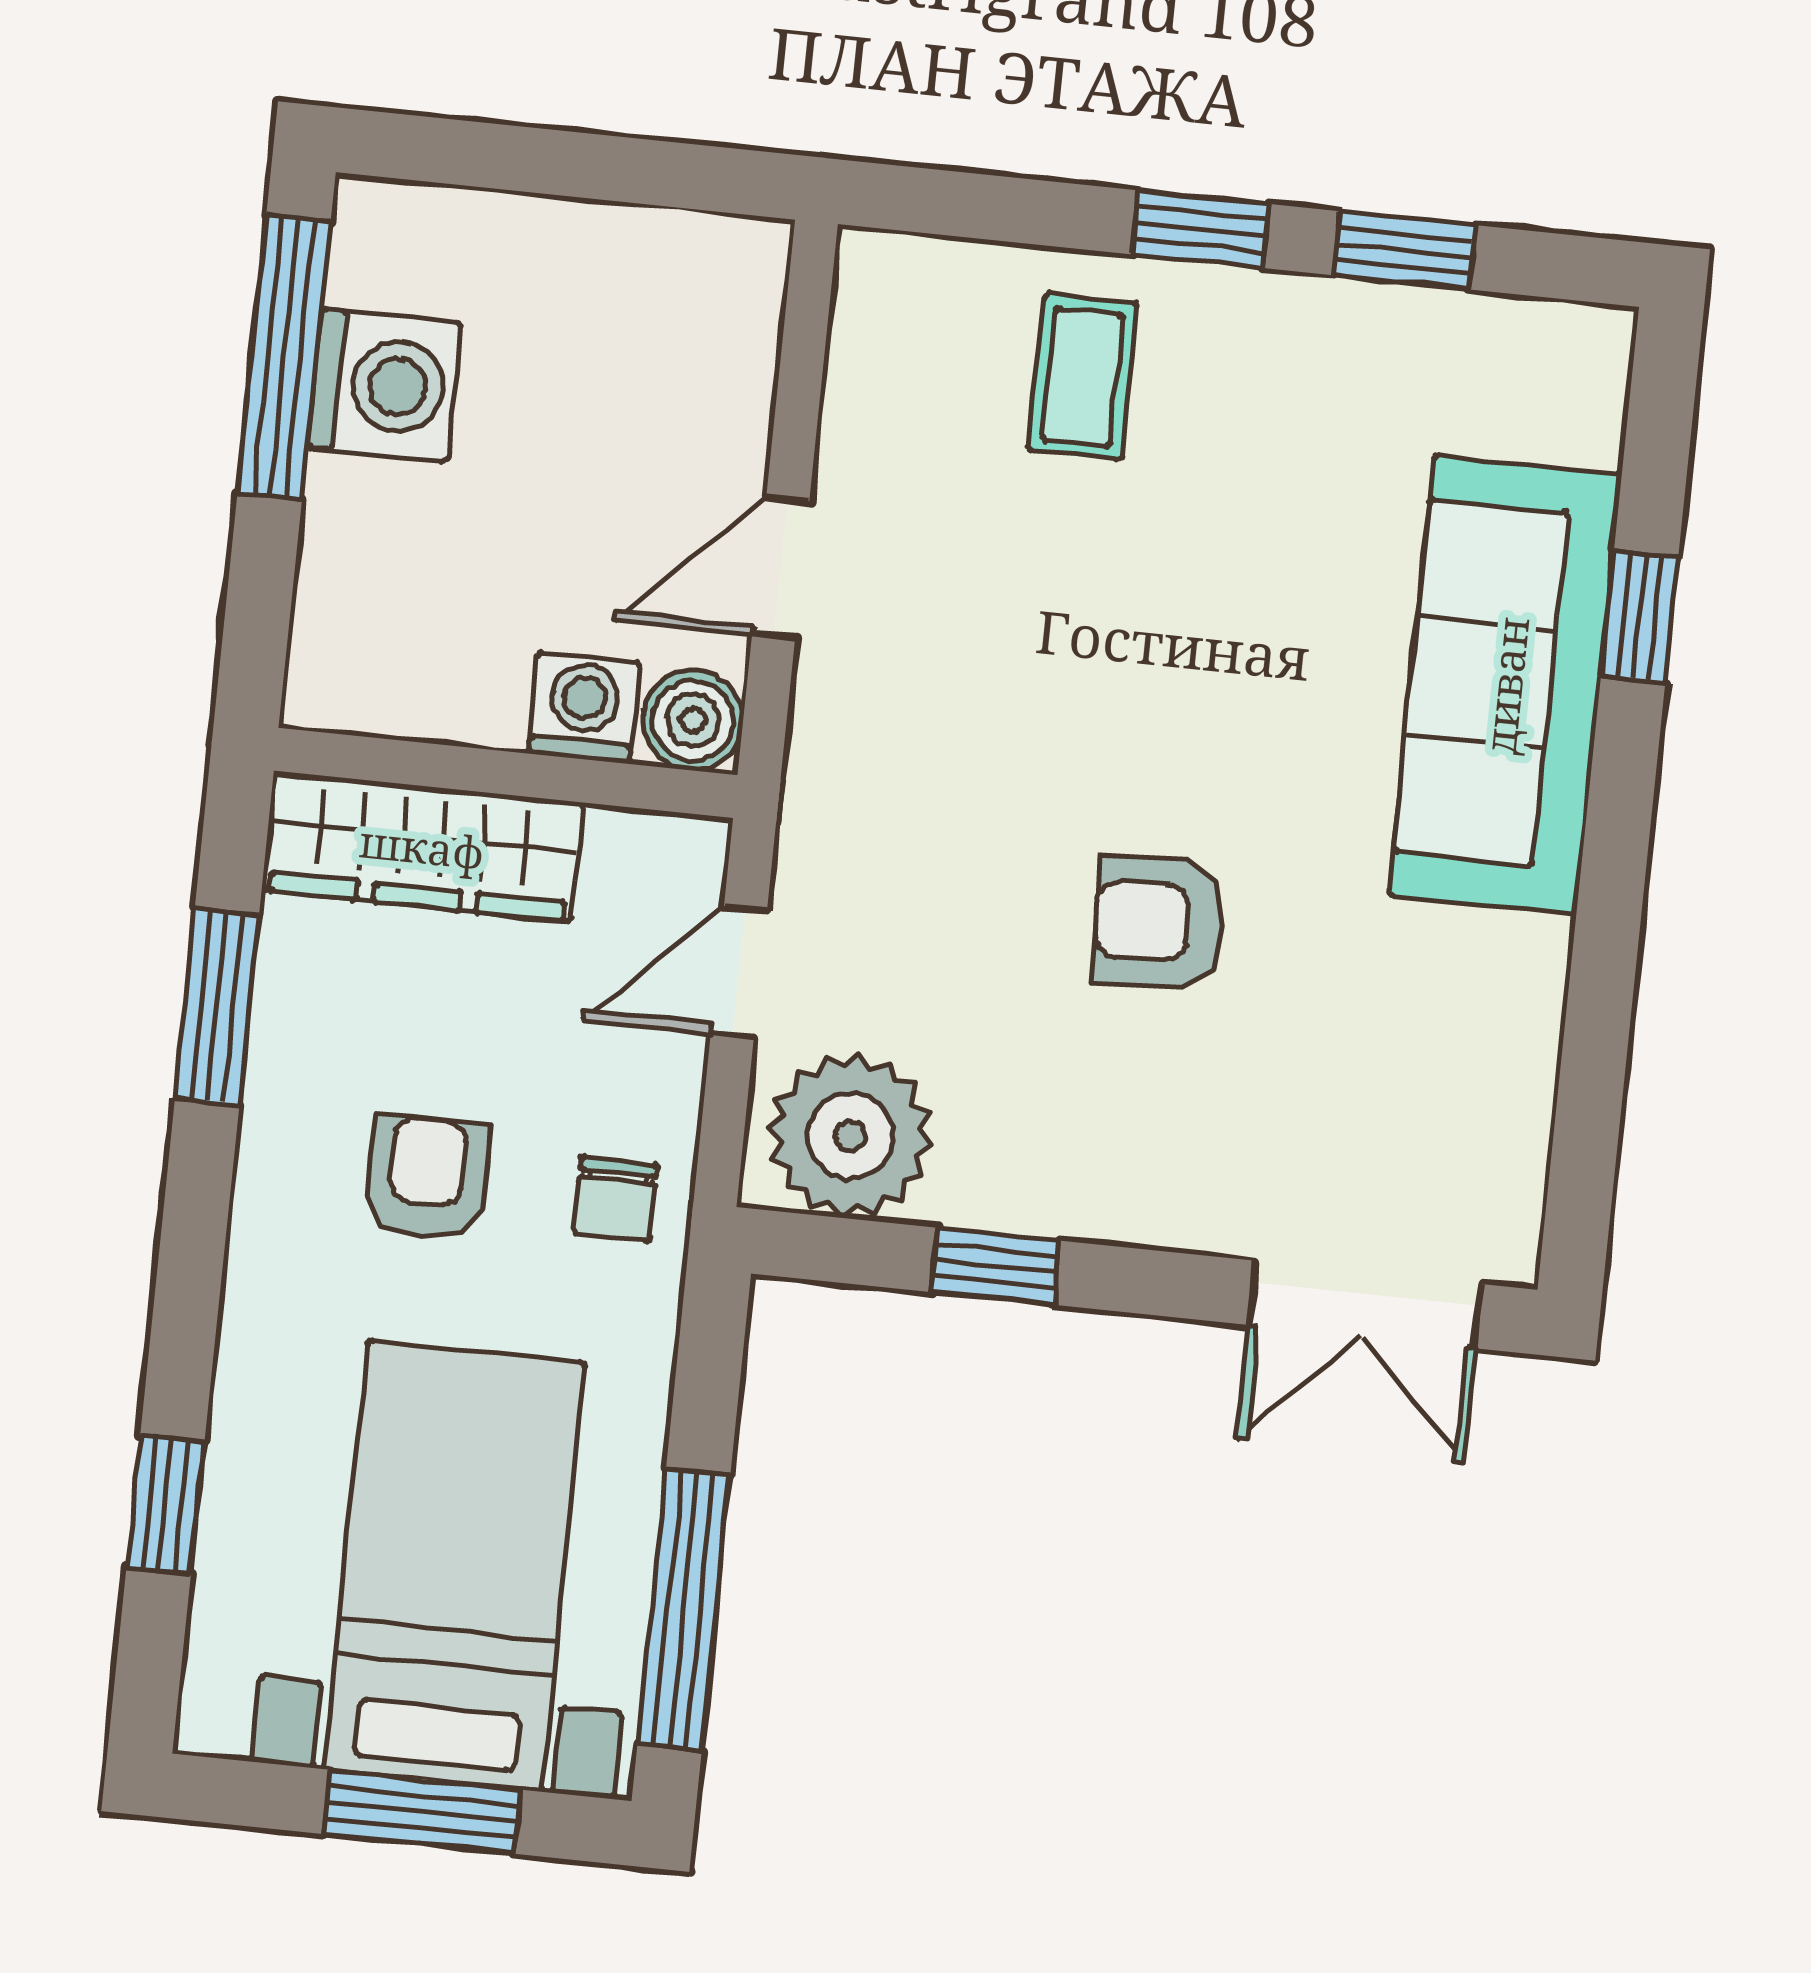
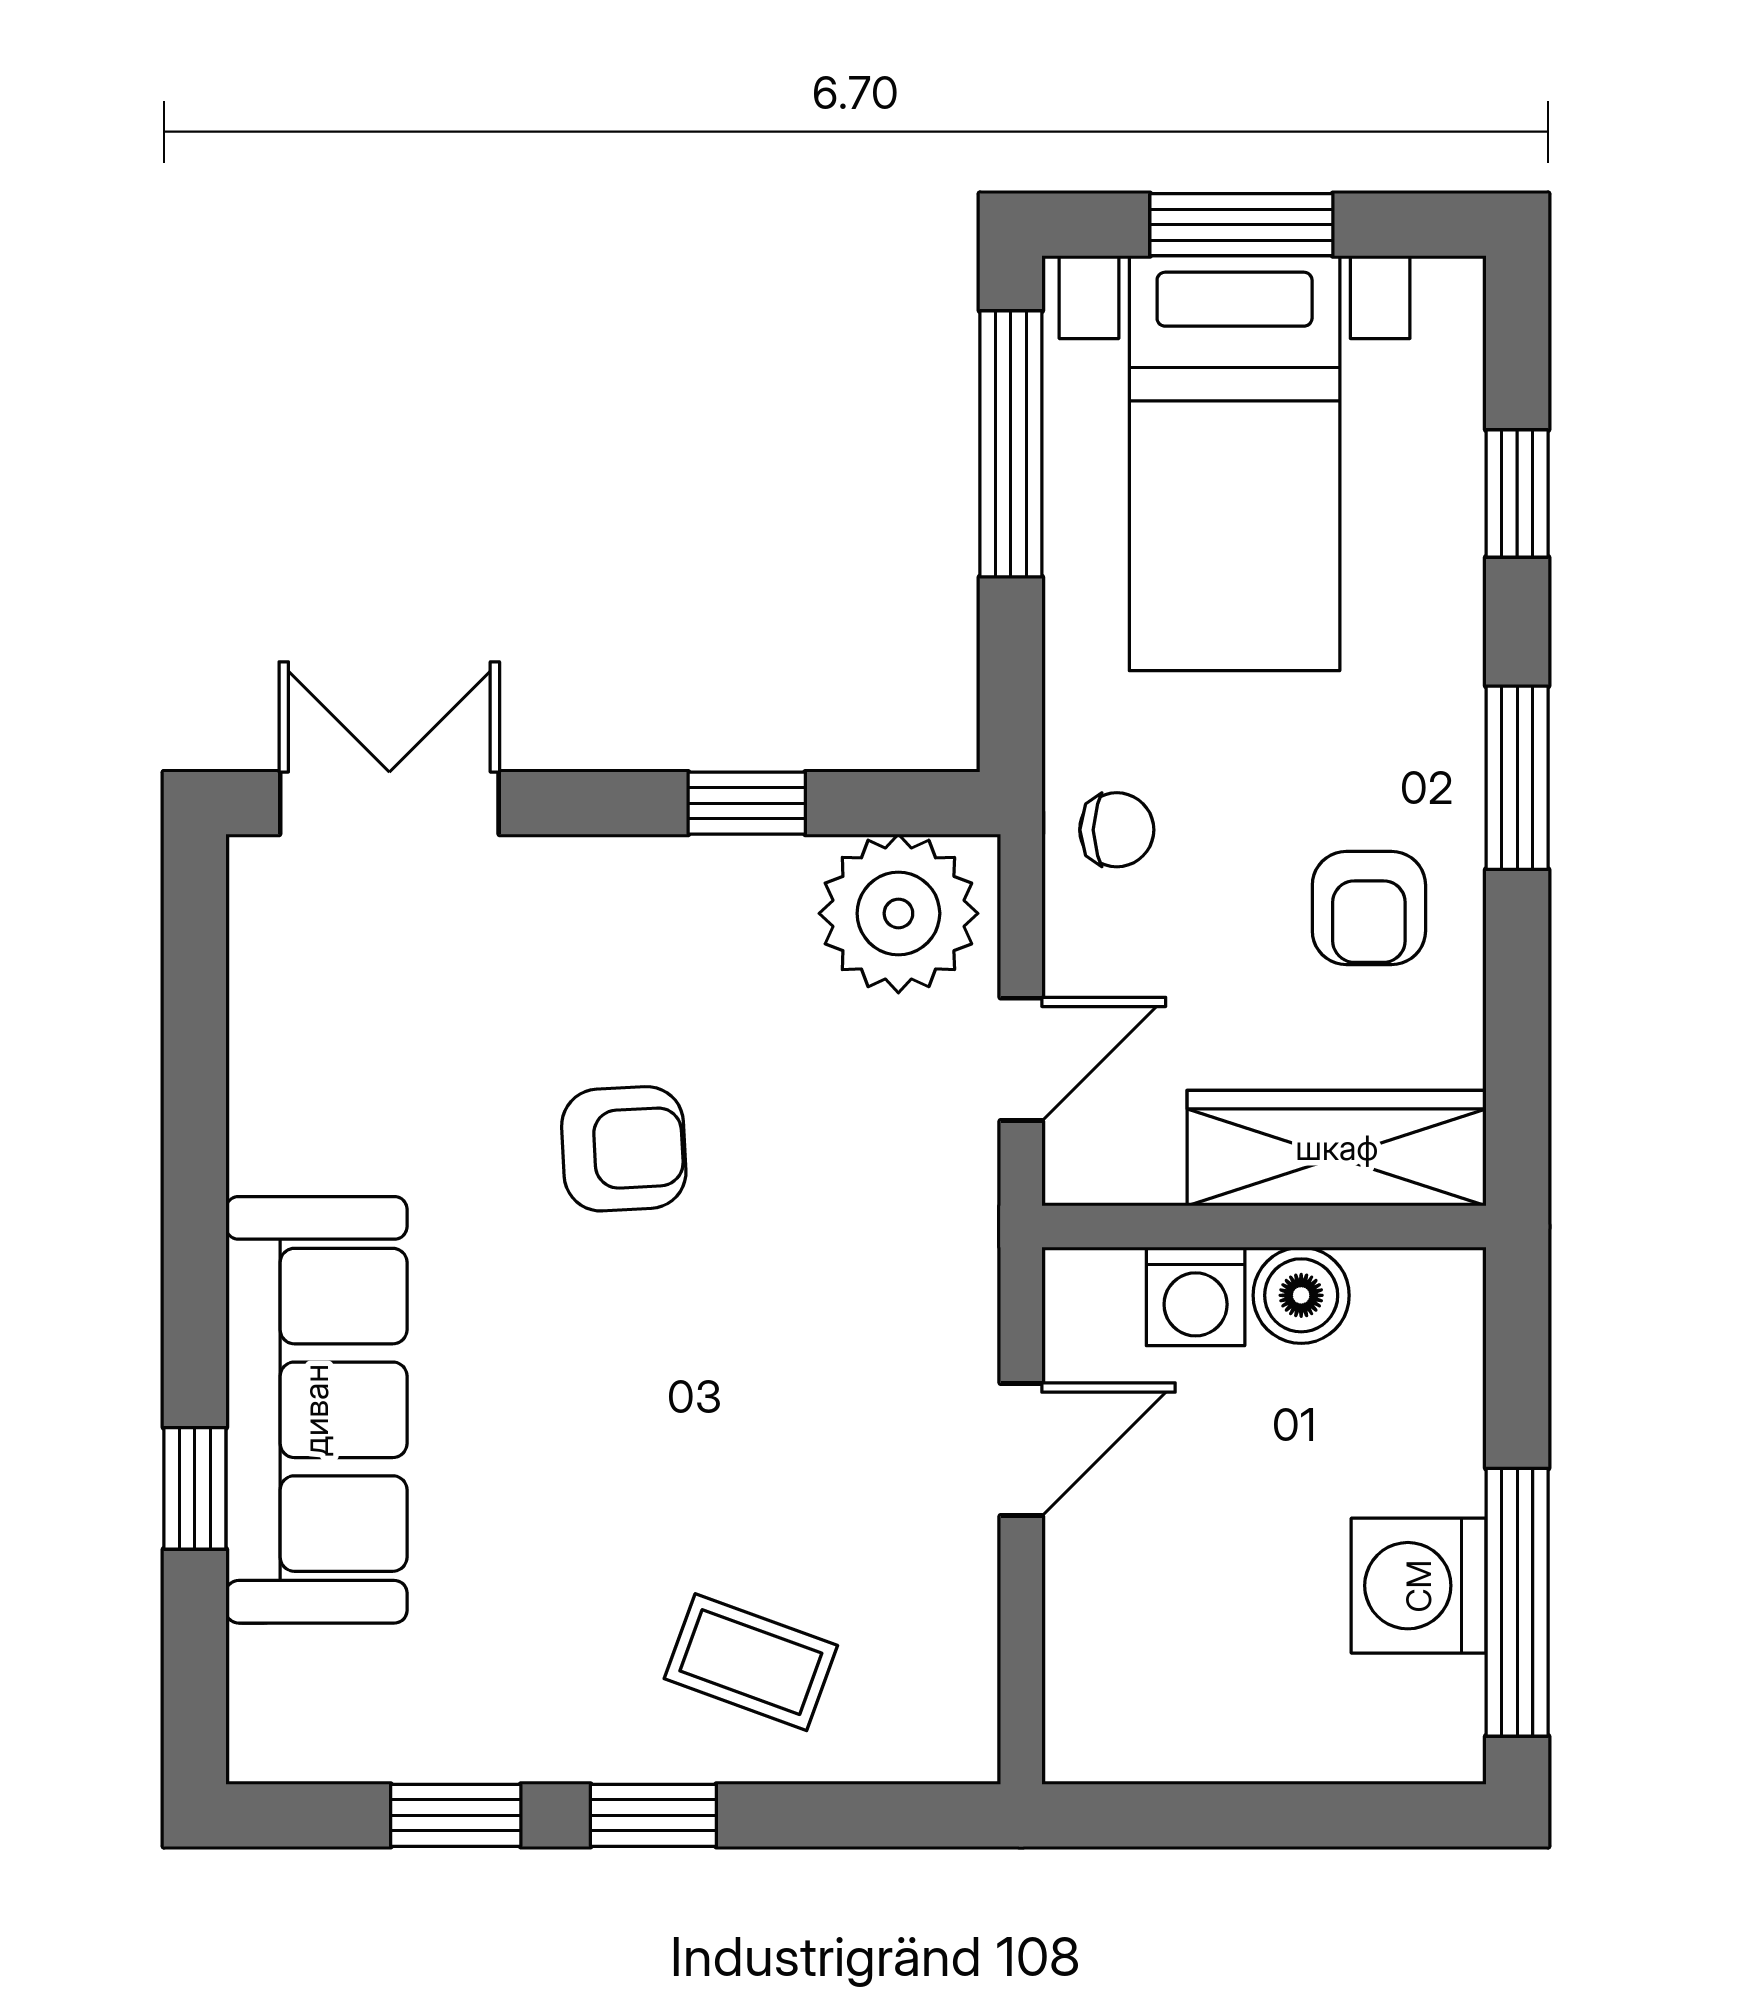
coffee table: (1083, 377) -> (751, 1662), turned -70
boiler: (693, 720) -> (1301, 1295), moved
window: (217, 1006) -> (1517, 778), moved
armchair: (427, 1178) -> (1369, 908), moved
chair: (616, 1199) -> (1117, 830), turned 90

